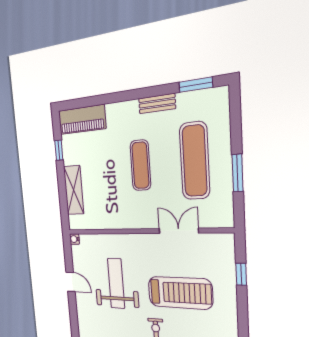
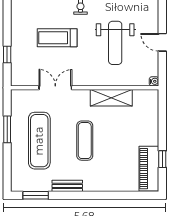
piano: (82, 120) -> (149, 169), moved, turned -90
shelving: (74, 190) -> (111, 98), moved, turned 90
double door: (179, 231) -> (55, 88), swing flipped
treadmill: (180, 293) -> (57, 38), width x0.73, depth x0.73

